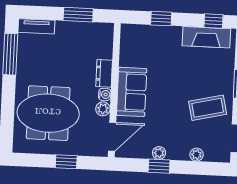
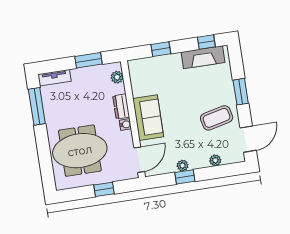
plant: (103, 109) -> (117, 77), moved

